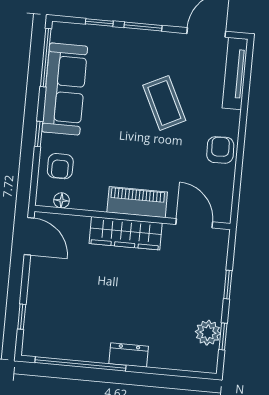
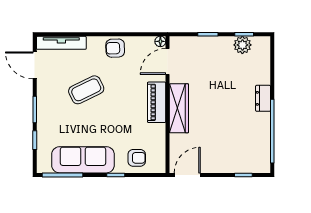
floor lamp: (62, 200) -> (160, 41), moved

